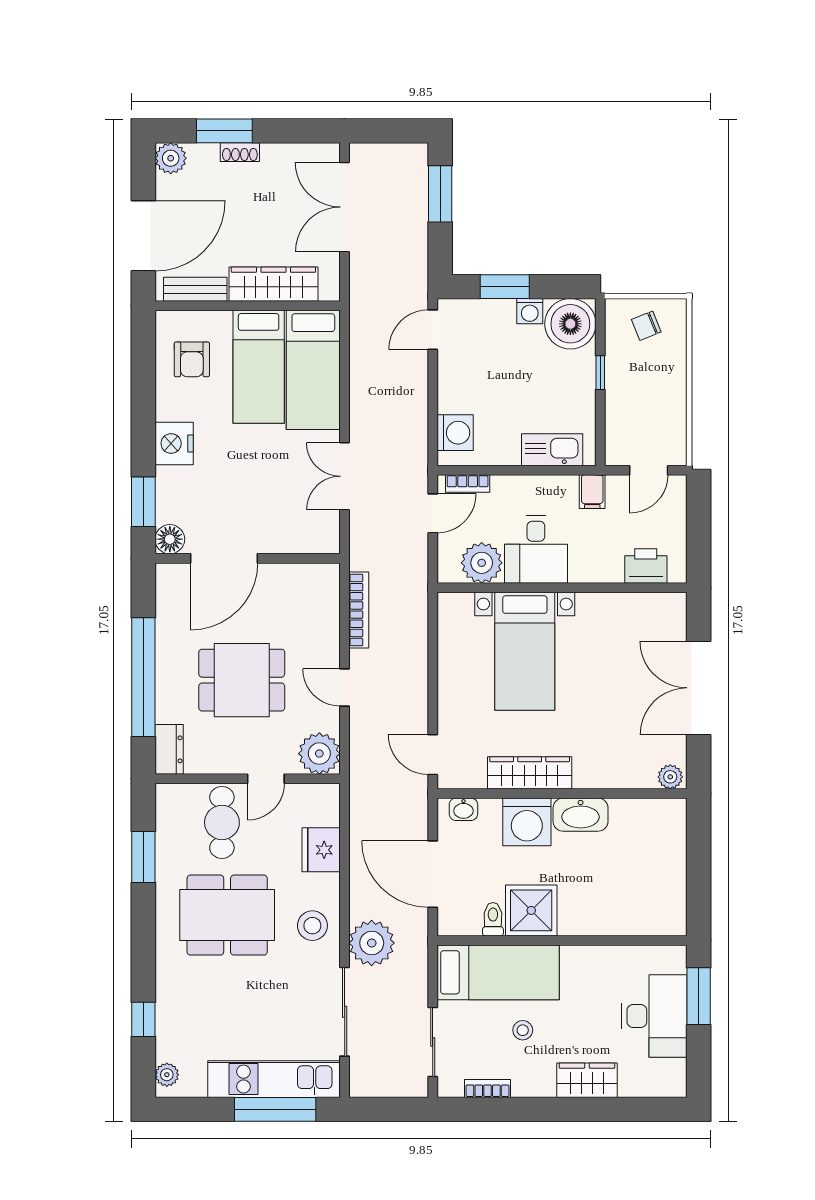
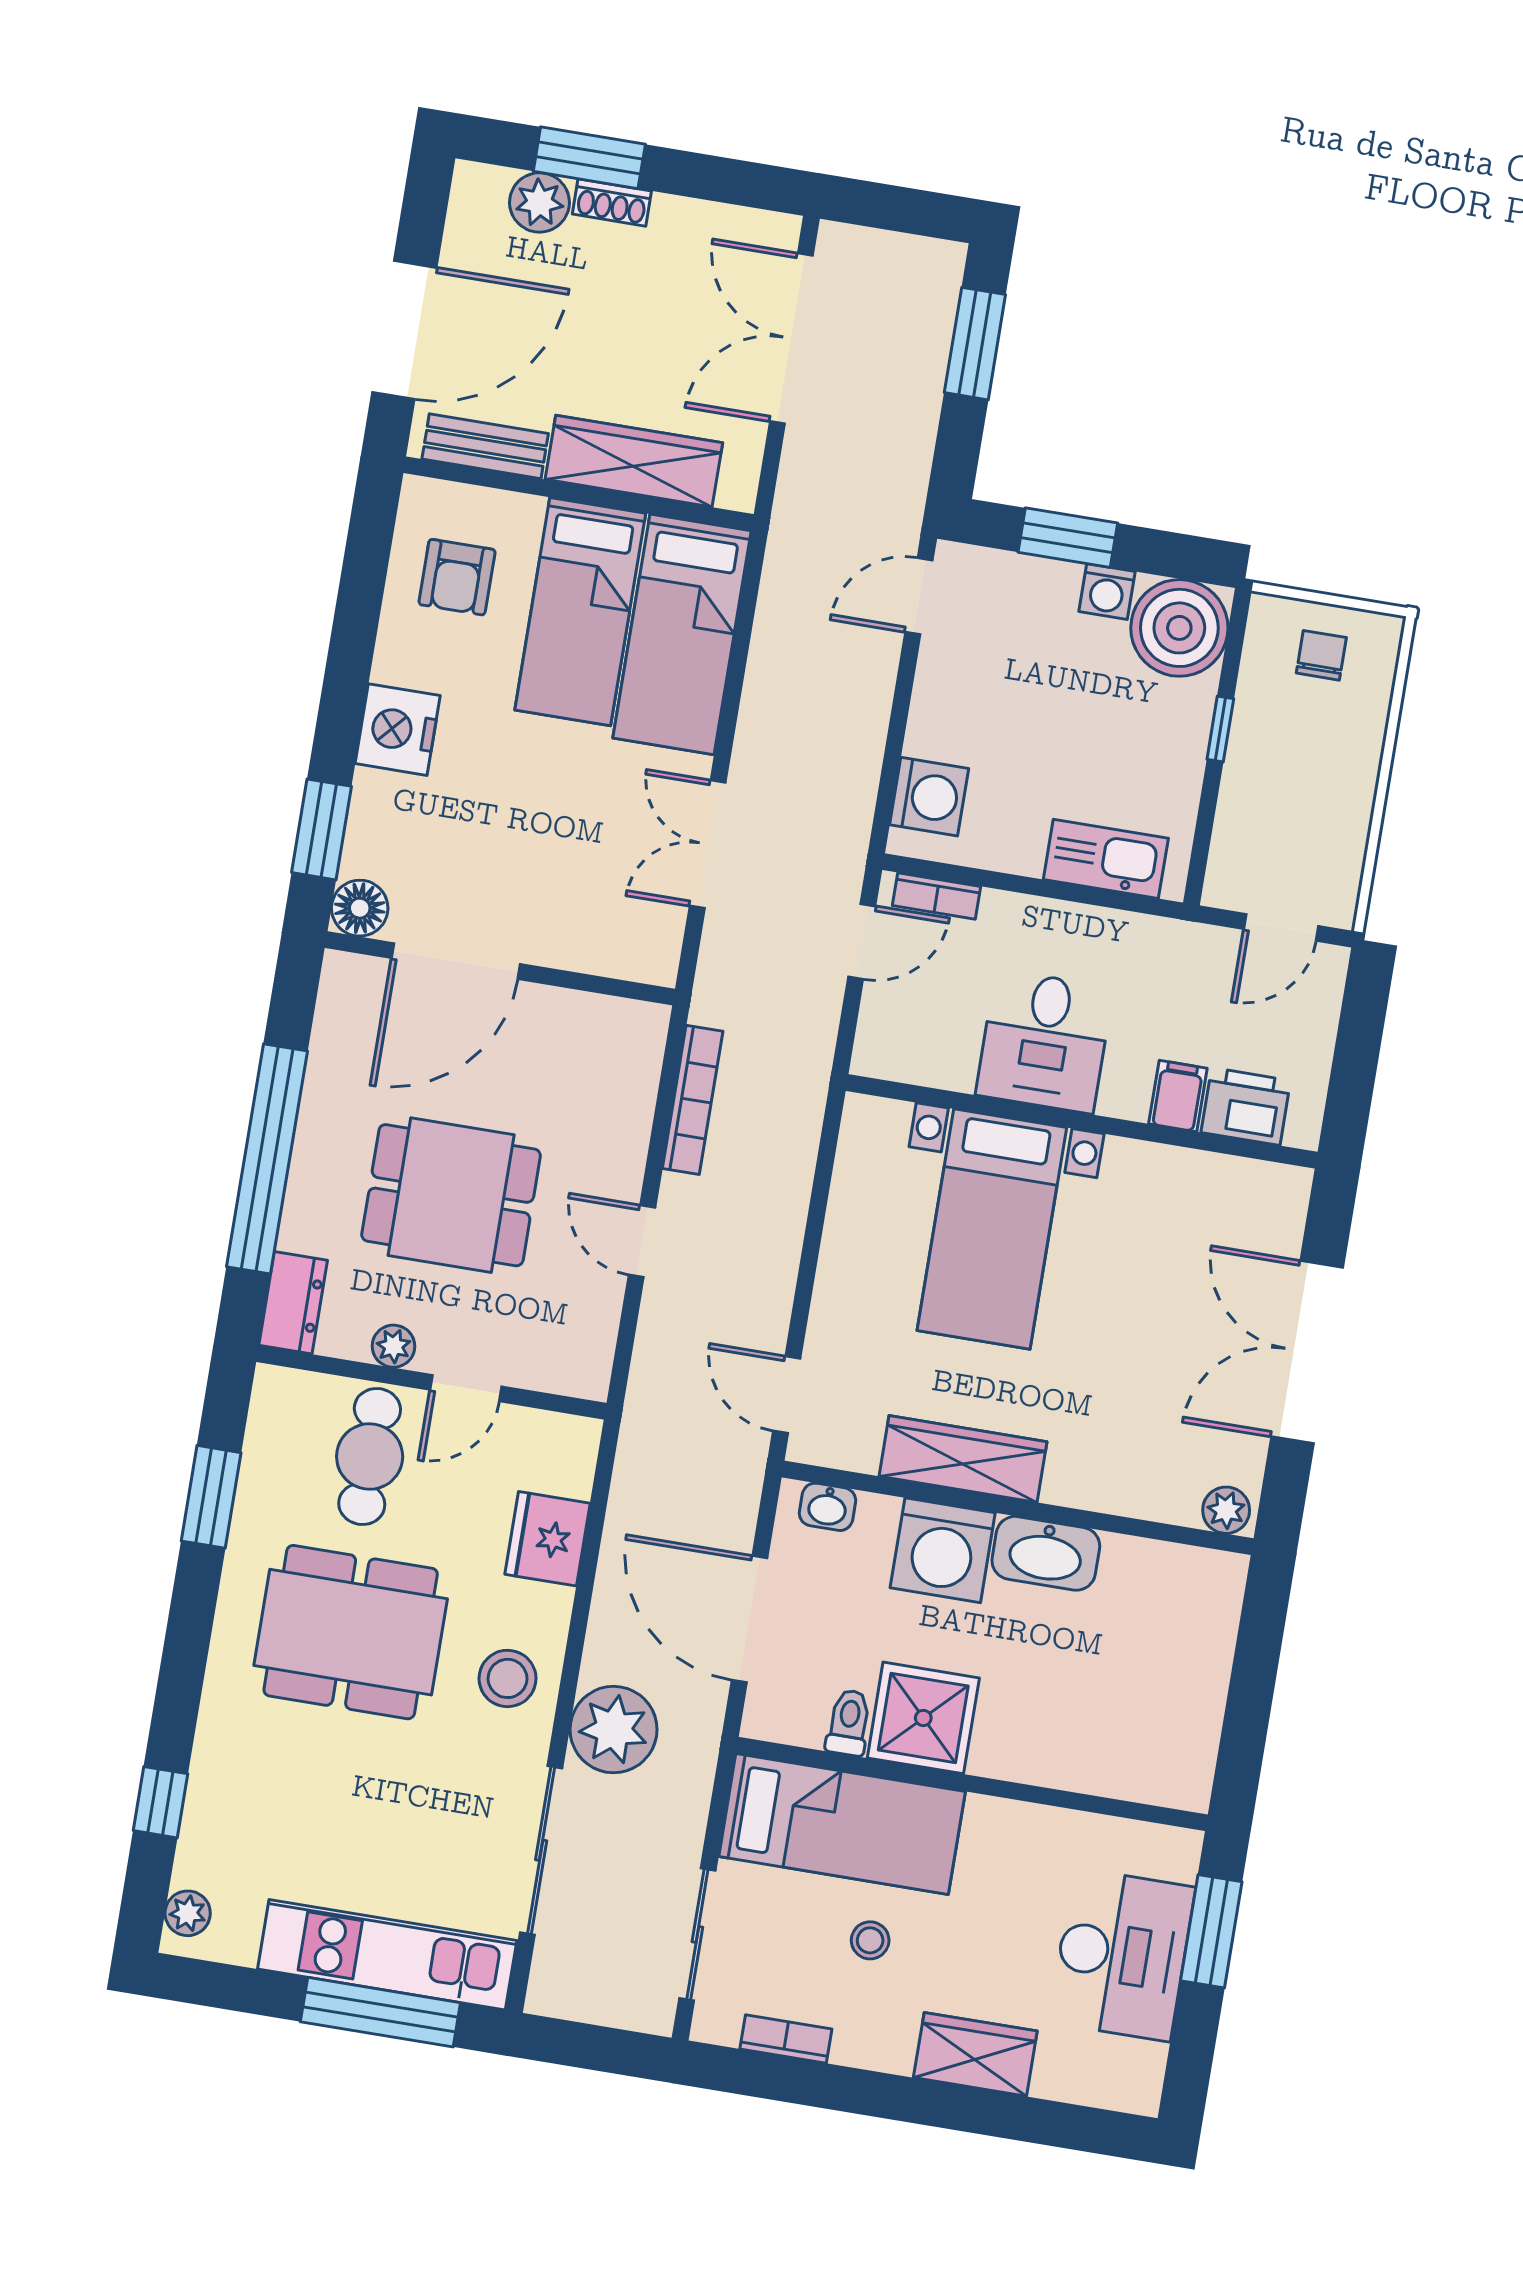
plant: (171, 158) -> (539, 202), moved
chair: (646, 326) -> (1321, 655), turned 112
filing cabinet: (592, 492) -> (1178, 1096), moved, turned 180
plant: (482, 563) -> (938, 1049), removed
plant: (319, 754) -> (394, 1346), moved, width x0.53, depth x0.53

